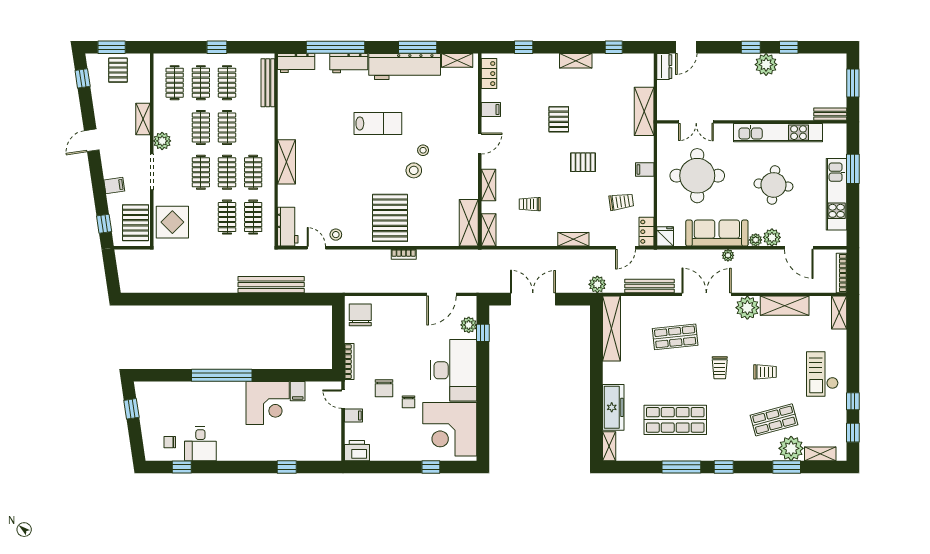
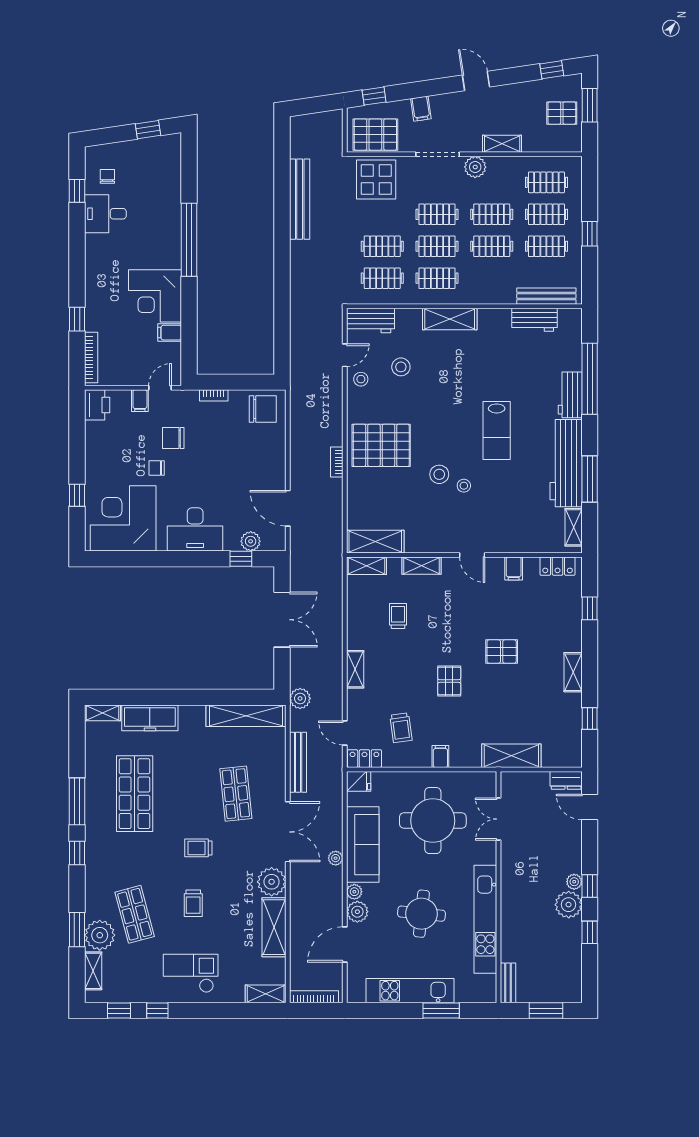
plant: (747, 60) -> (574, 882), added
workbench: (296, 63) -> (534, 320), moved, turned -90
stool: (326, 202) -> (401, 367), added
bench: (271, 285) -> (300, 199), moved
bookcase: (349, 362) -> (214, 395), width x0.64
desk: (454, 370) -> (195, 529), width x0.73, depth x0.77
bookcase: (318, 455) -> (91, 358), added

